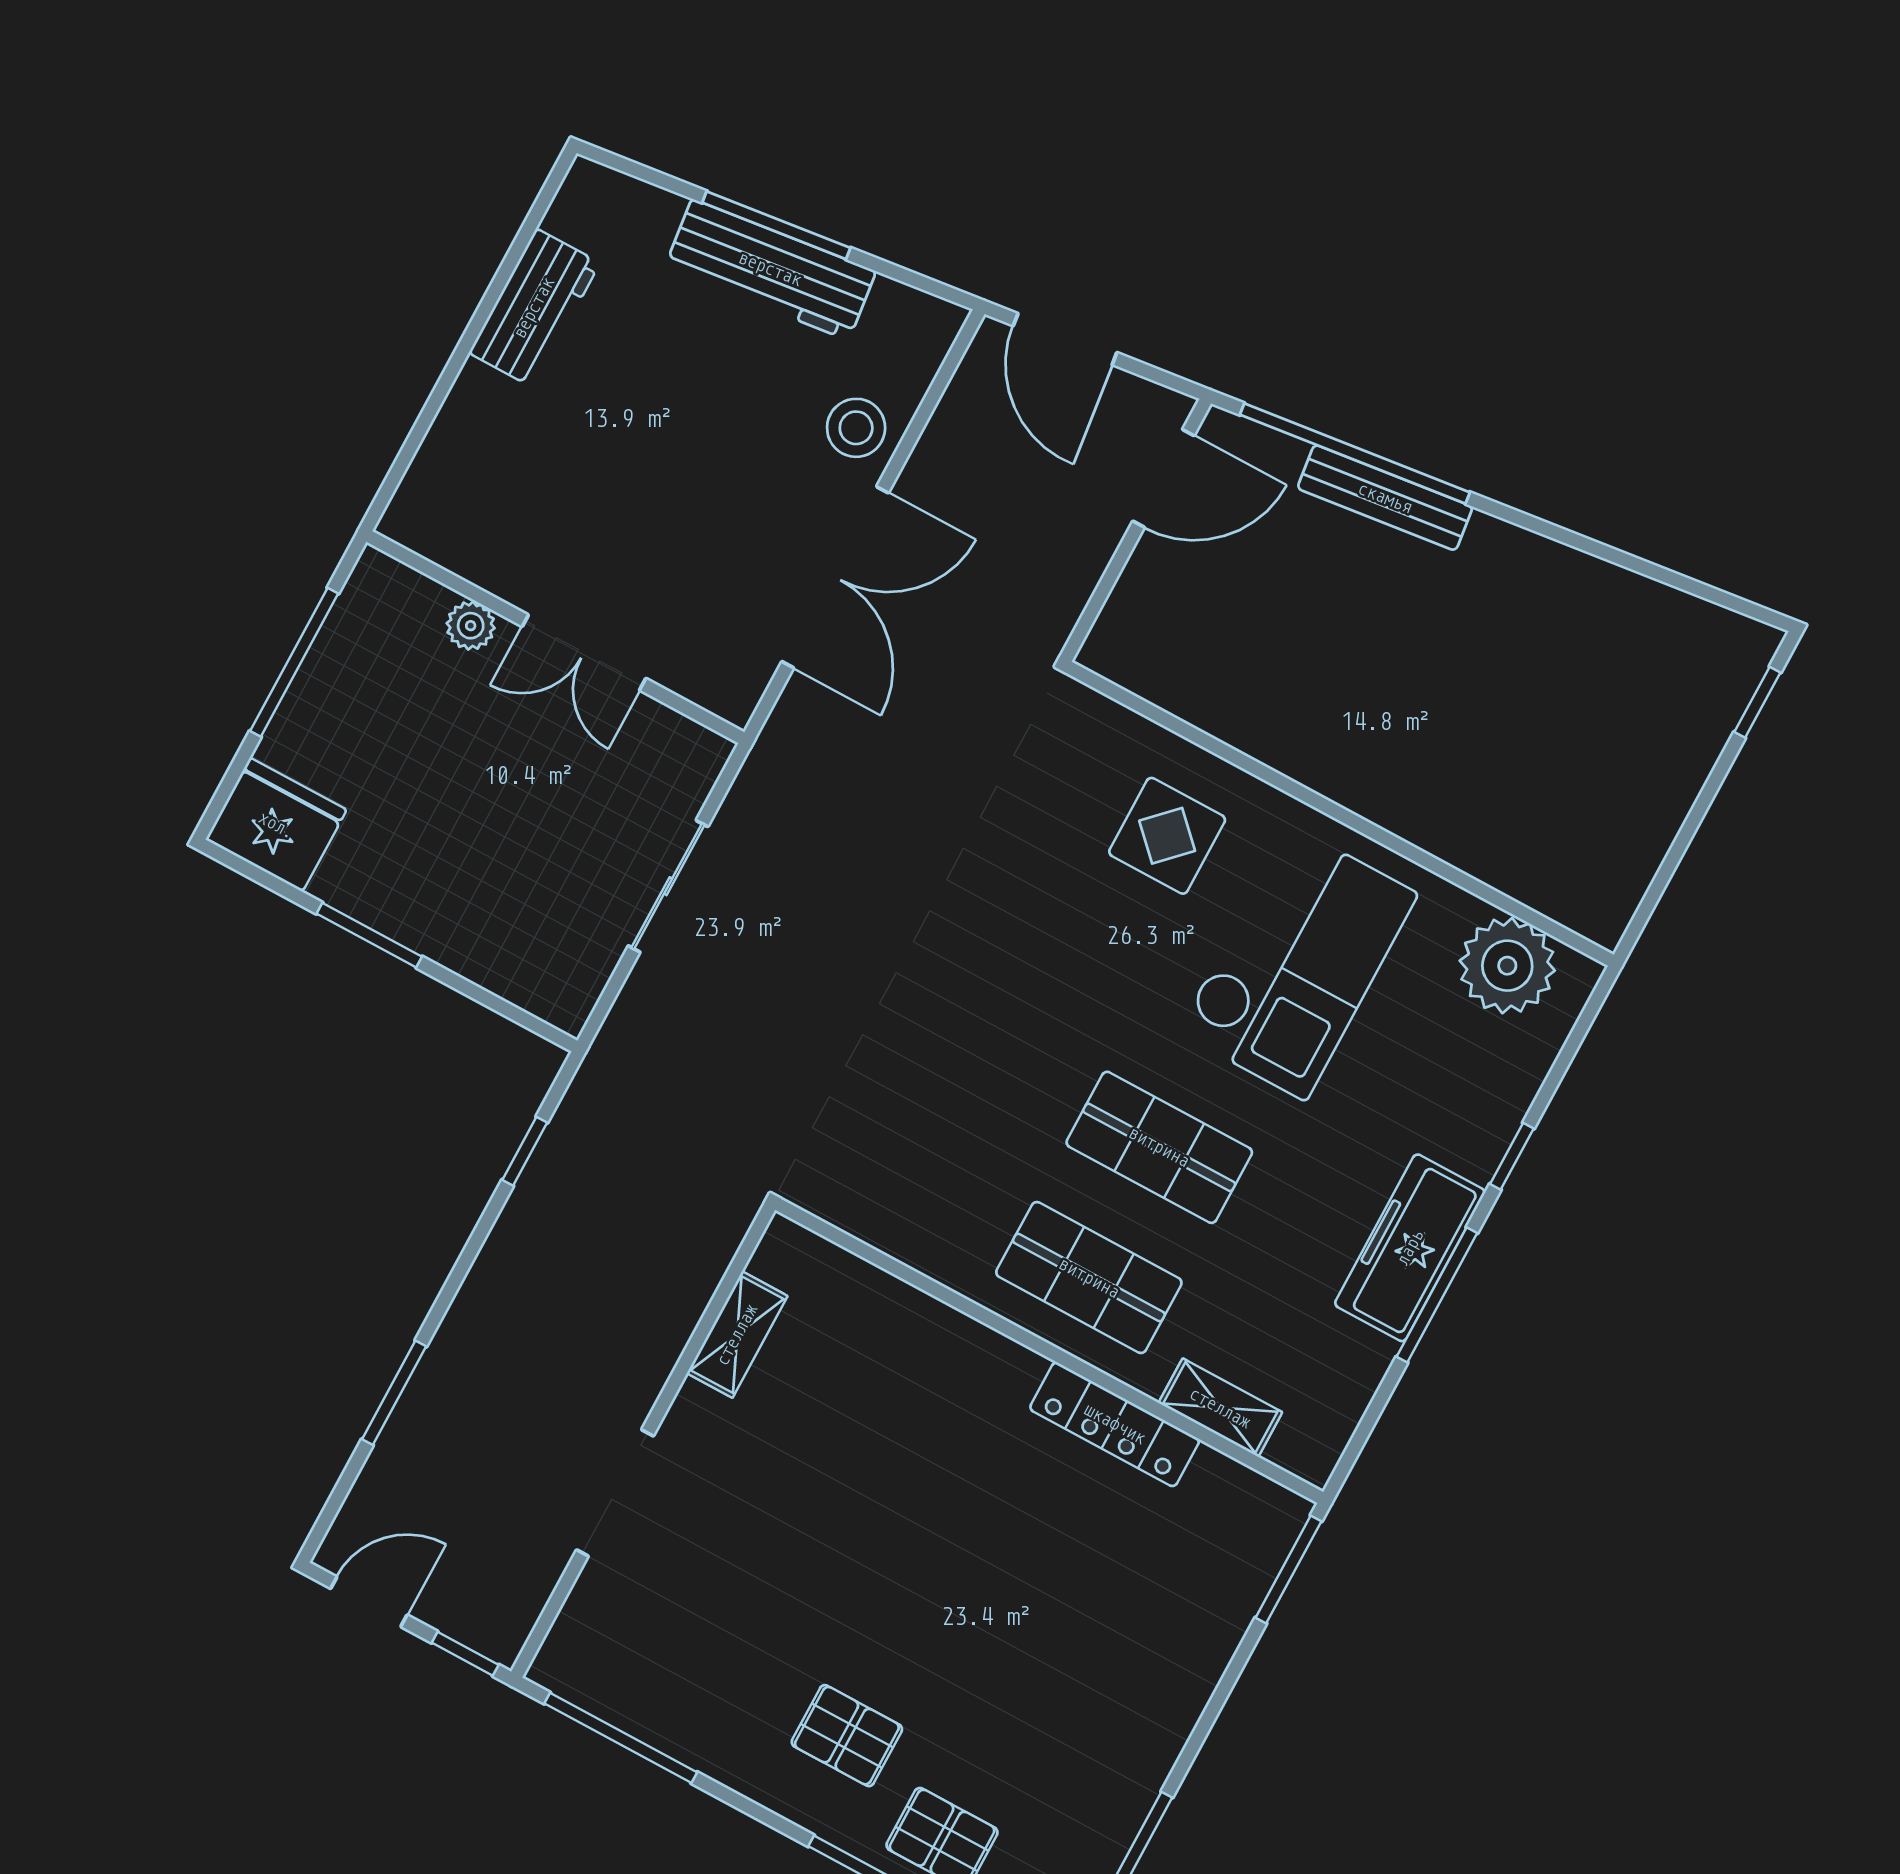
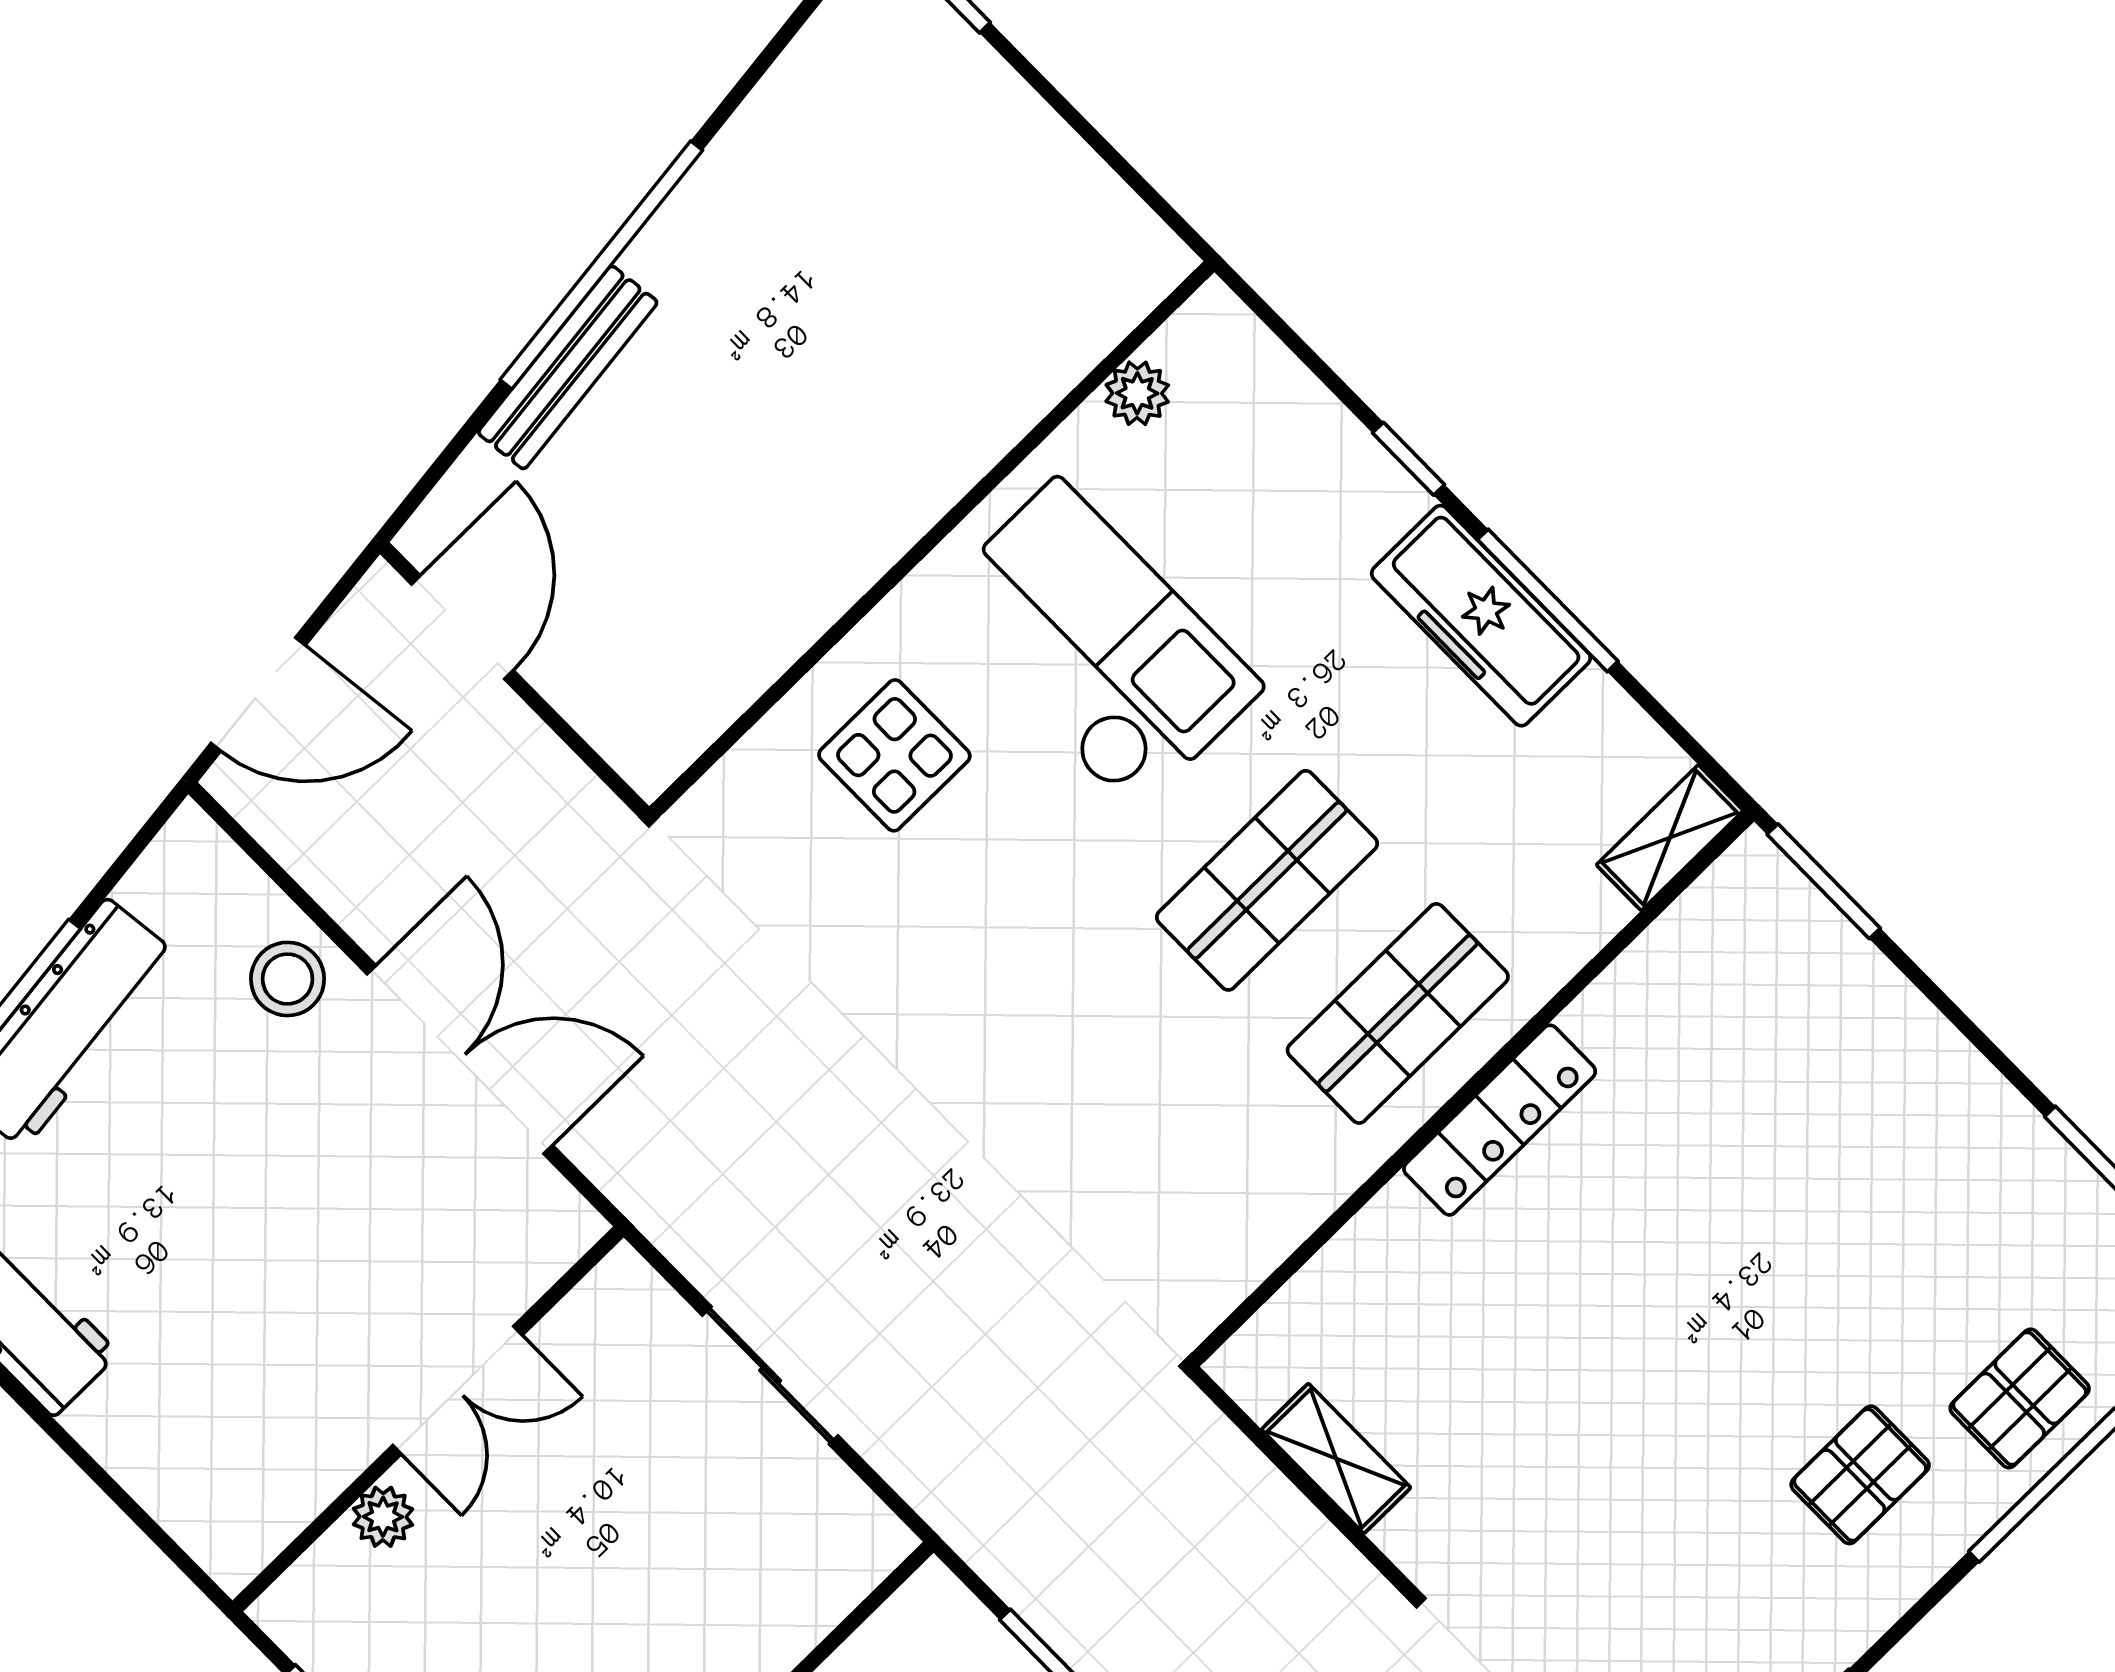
window: (1355, 453) -> (601, 265), moved
plant: (1507, 966) -> (1137, 393), width x0.53, depth x0.53
shelving: (1220, 1408) -> (1670, 838), moved
locker: (1115, 1424) -> (1500, 1120), moved

